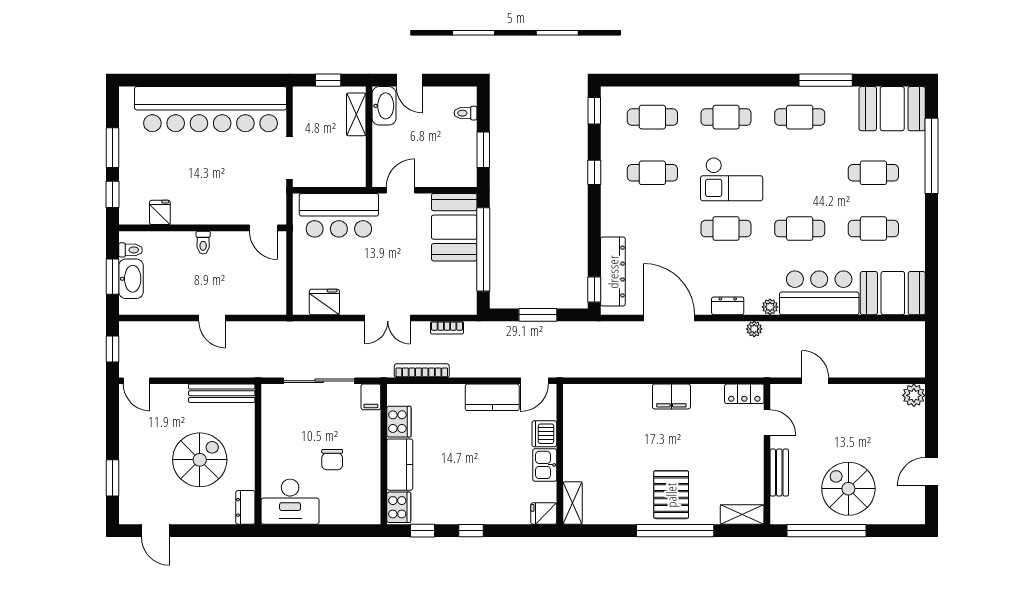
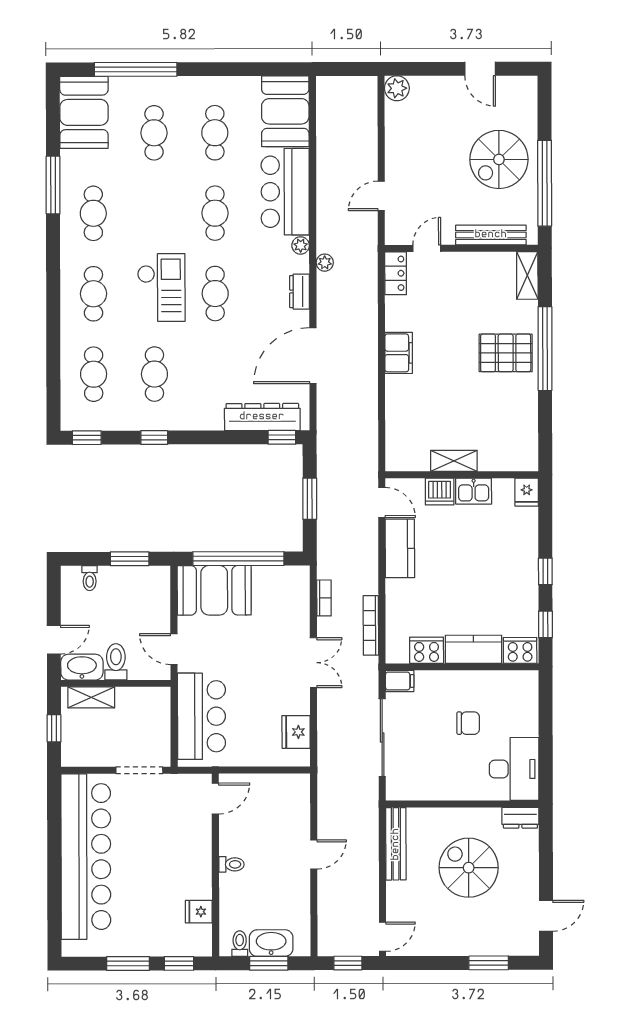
toilet: (389, 137) -> (116, 662), added
bench: (779, 473) -> (491, 235), width x1.36
shelving: (572, 503) -> (454, 461), moved

